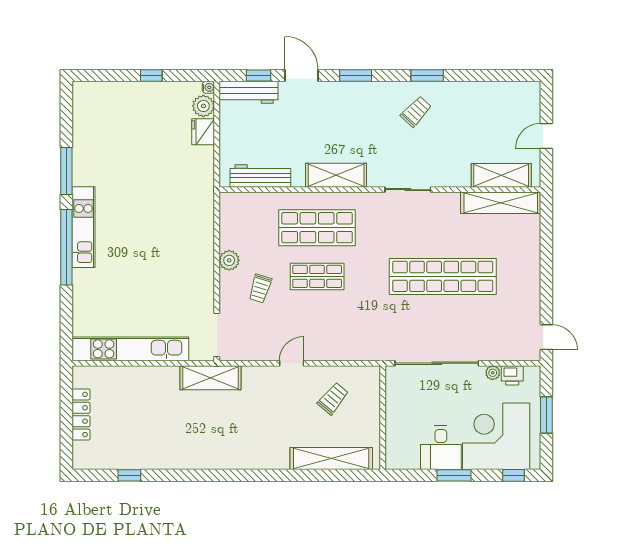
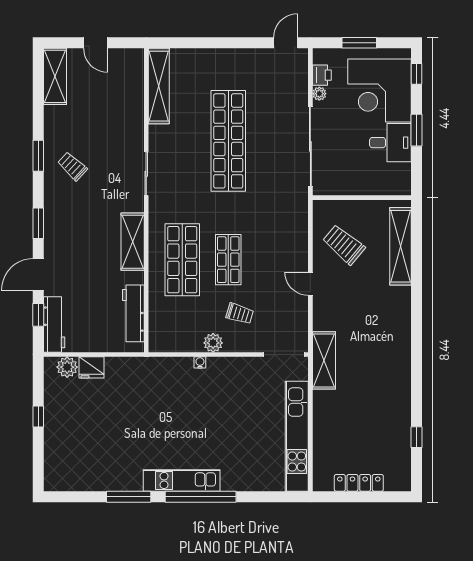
water cooler: (208, 87) -> (200, 362), moved
shelving: (501, 175) -> (55, 76), moved
trolley: (333, 399) -> (344, 245), width x1.36, depth x1.39

